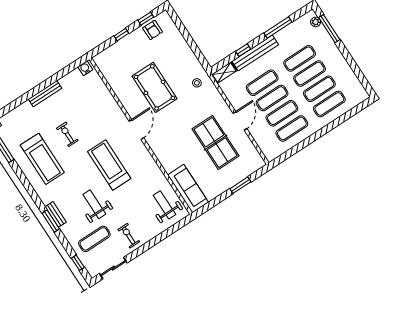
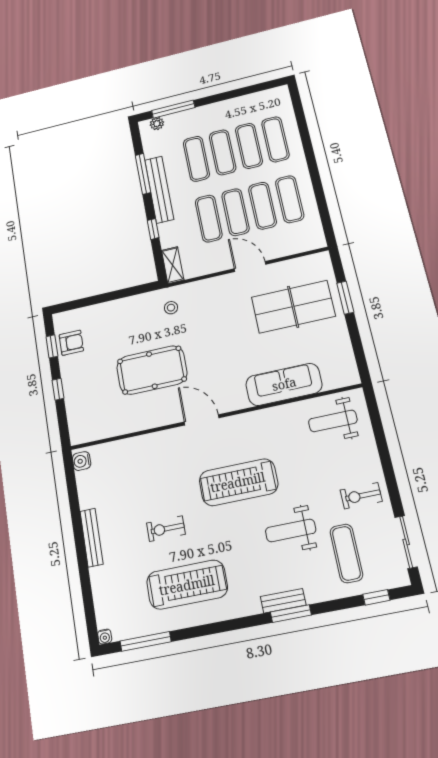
bench: (255, 53) -> (159, 190), moved
table tennis table: (215, 142) -> (293, 307), moved
sofa: (188, 189) -> (284, 384), moved

